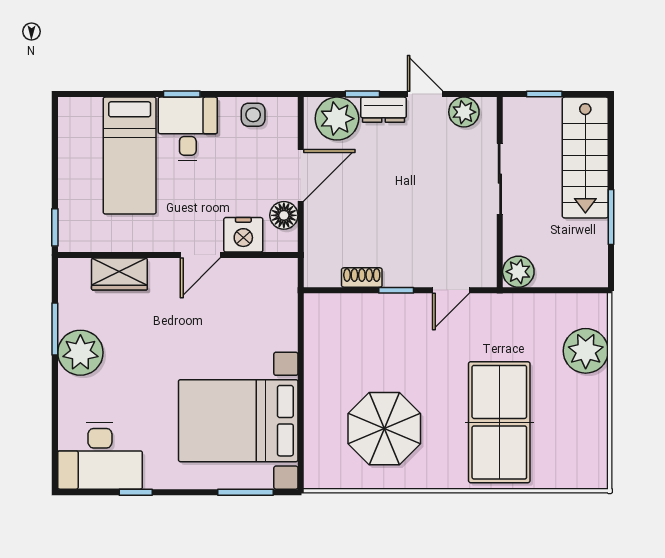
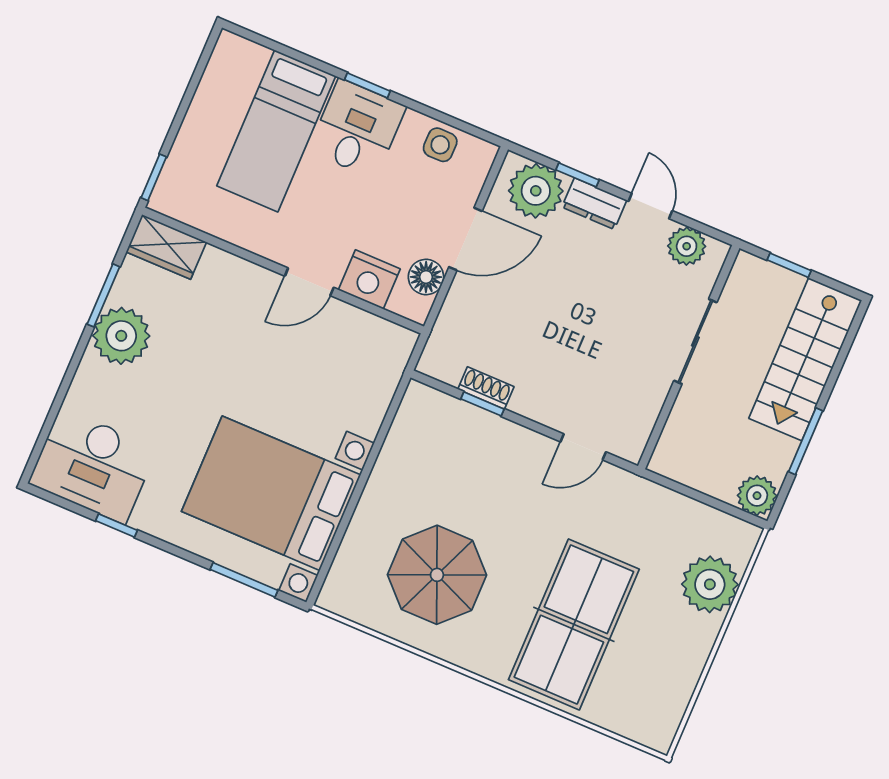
plant: (518, 272) -> (757, 496), moved
wardrobe: (119, 274) -> (166, 247), moved
window: (396, 290) -> (482, 404), moved

